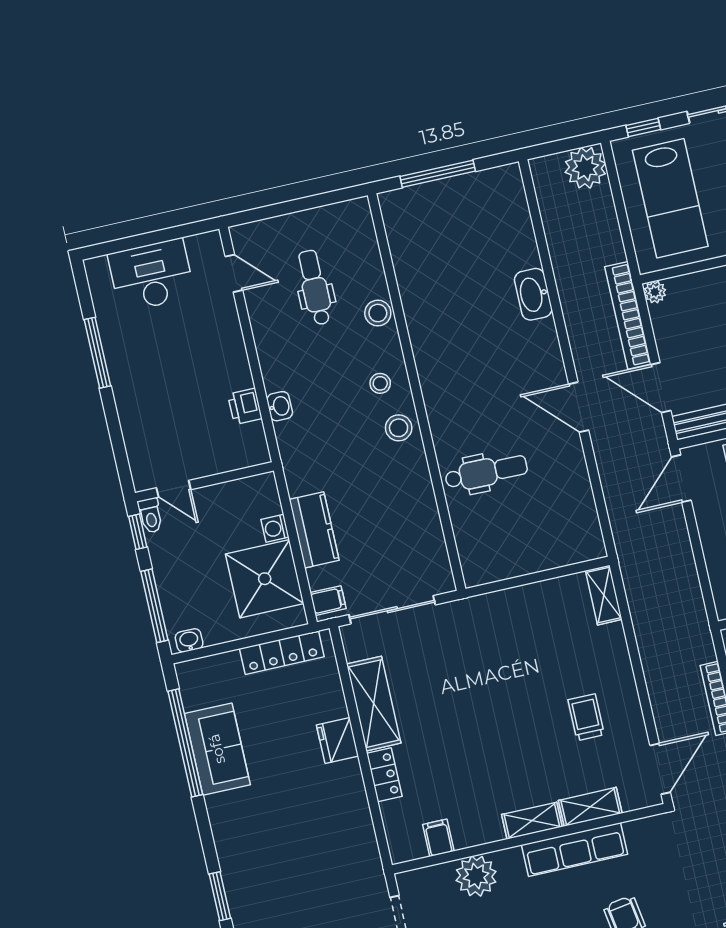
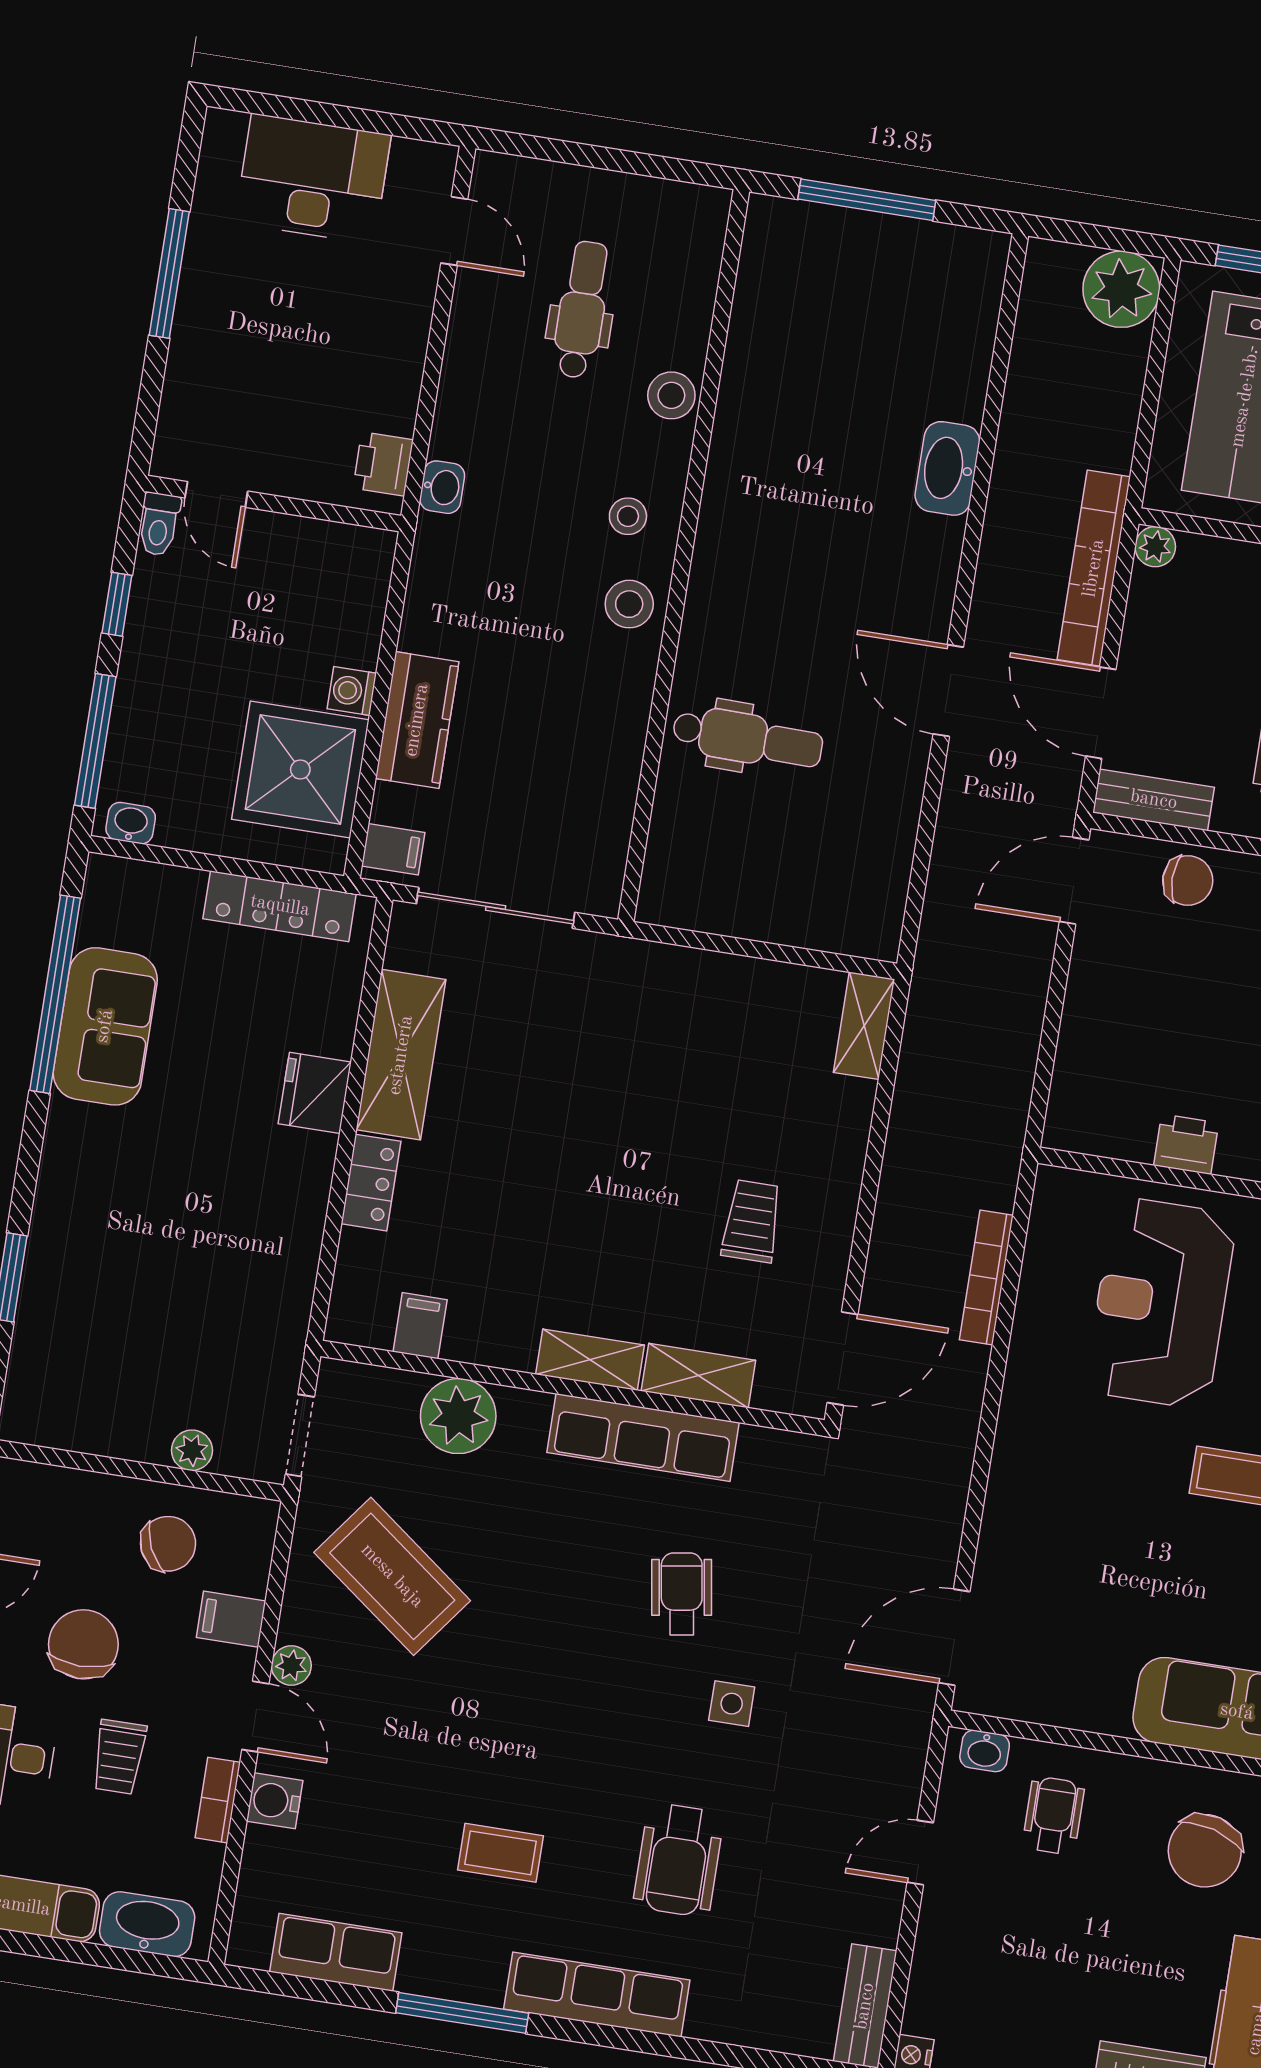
wall: (204, 482) -> (273, 504), moved
door: (174, 489) -> (216, 495), moved
toilet: (150, 515) -> (159, 524), moved

